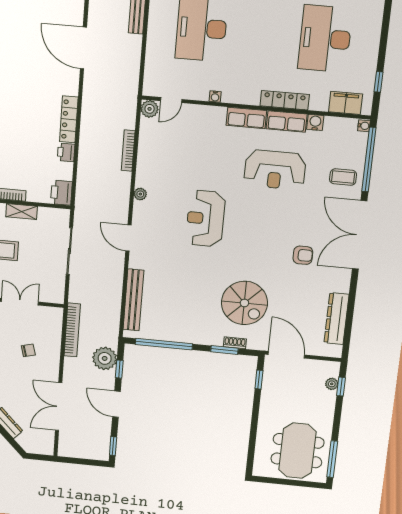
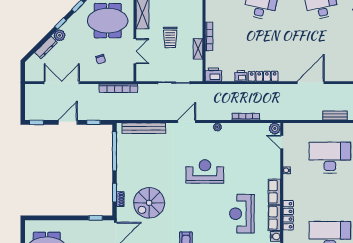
plant: (105, 358) -> (100, 112), removed

